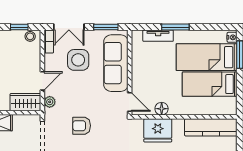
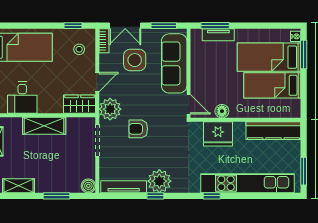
window: (175, 27) -> (215, 26), moved
stool: (30, 36) -> (79, 49), moved
plant: (50, 102) -> (110, 109), width x1.87, depth x1.87

